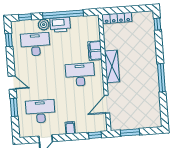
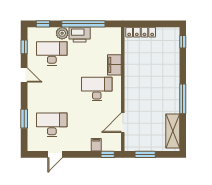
shelving: (112, 66) -> (173, 131), moved
door: (12, 83) -> (24, 75), moved
filing cabinet: (70, 128) -> (96, 145), moved

